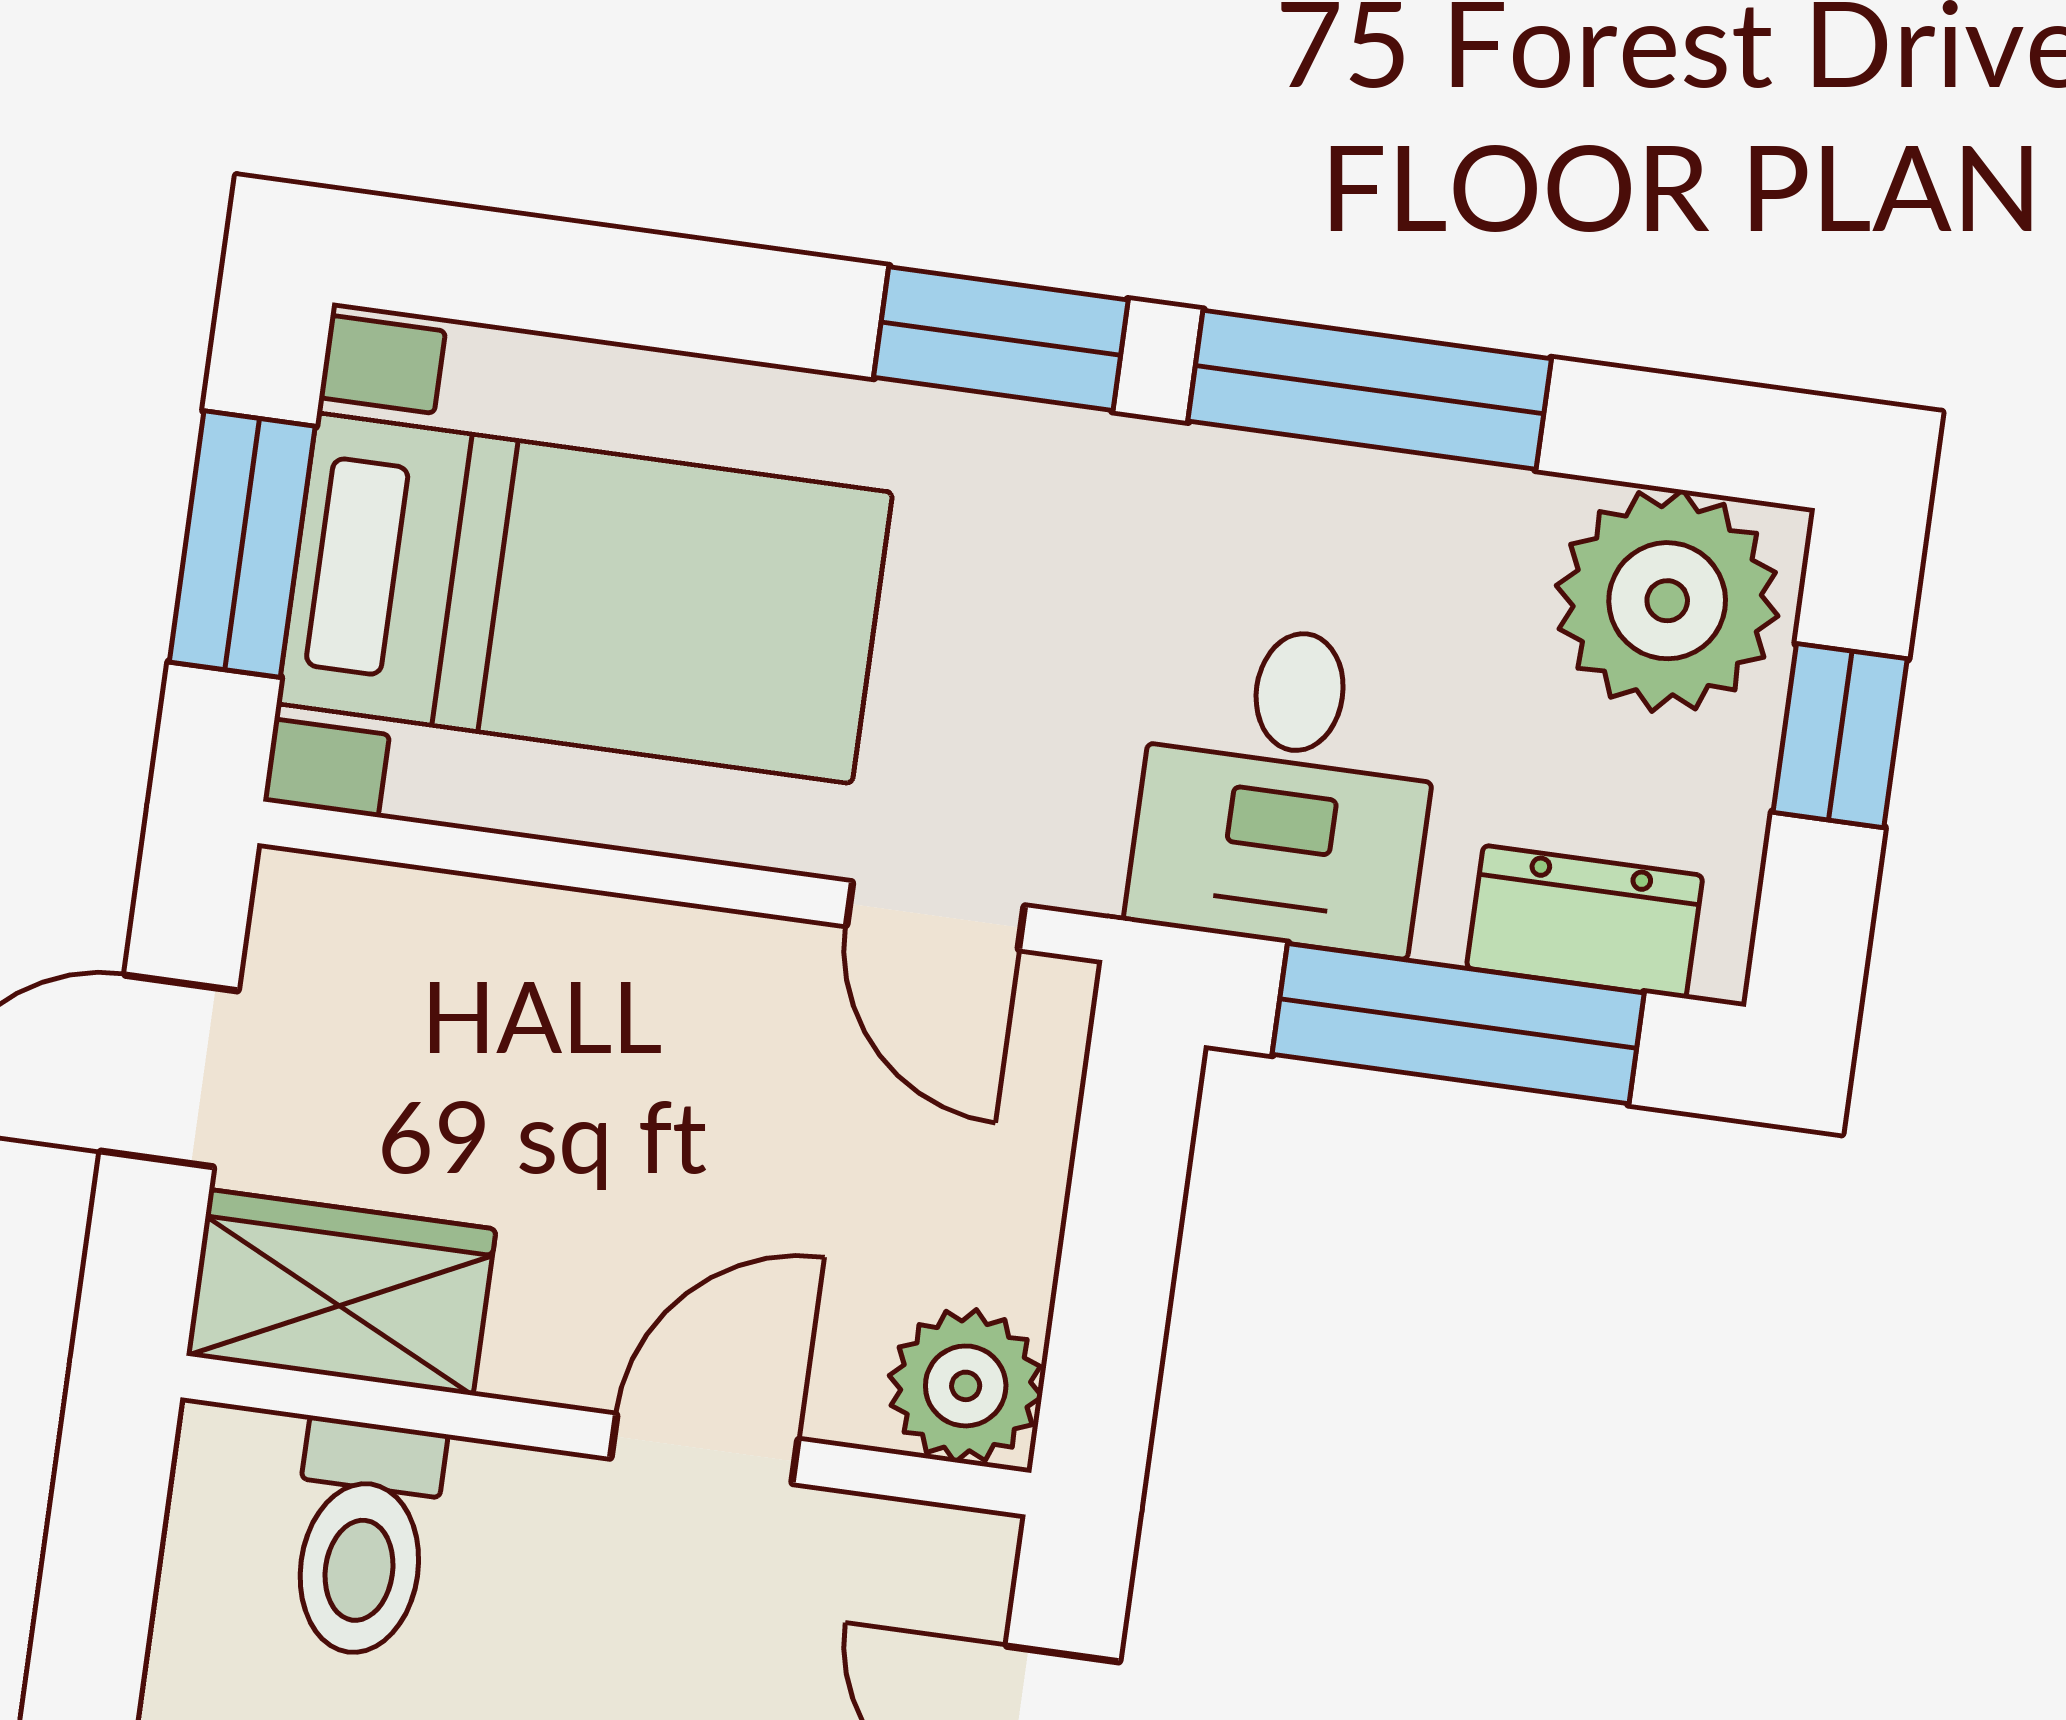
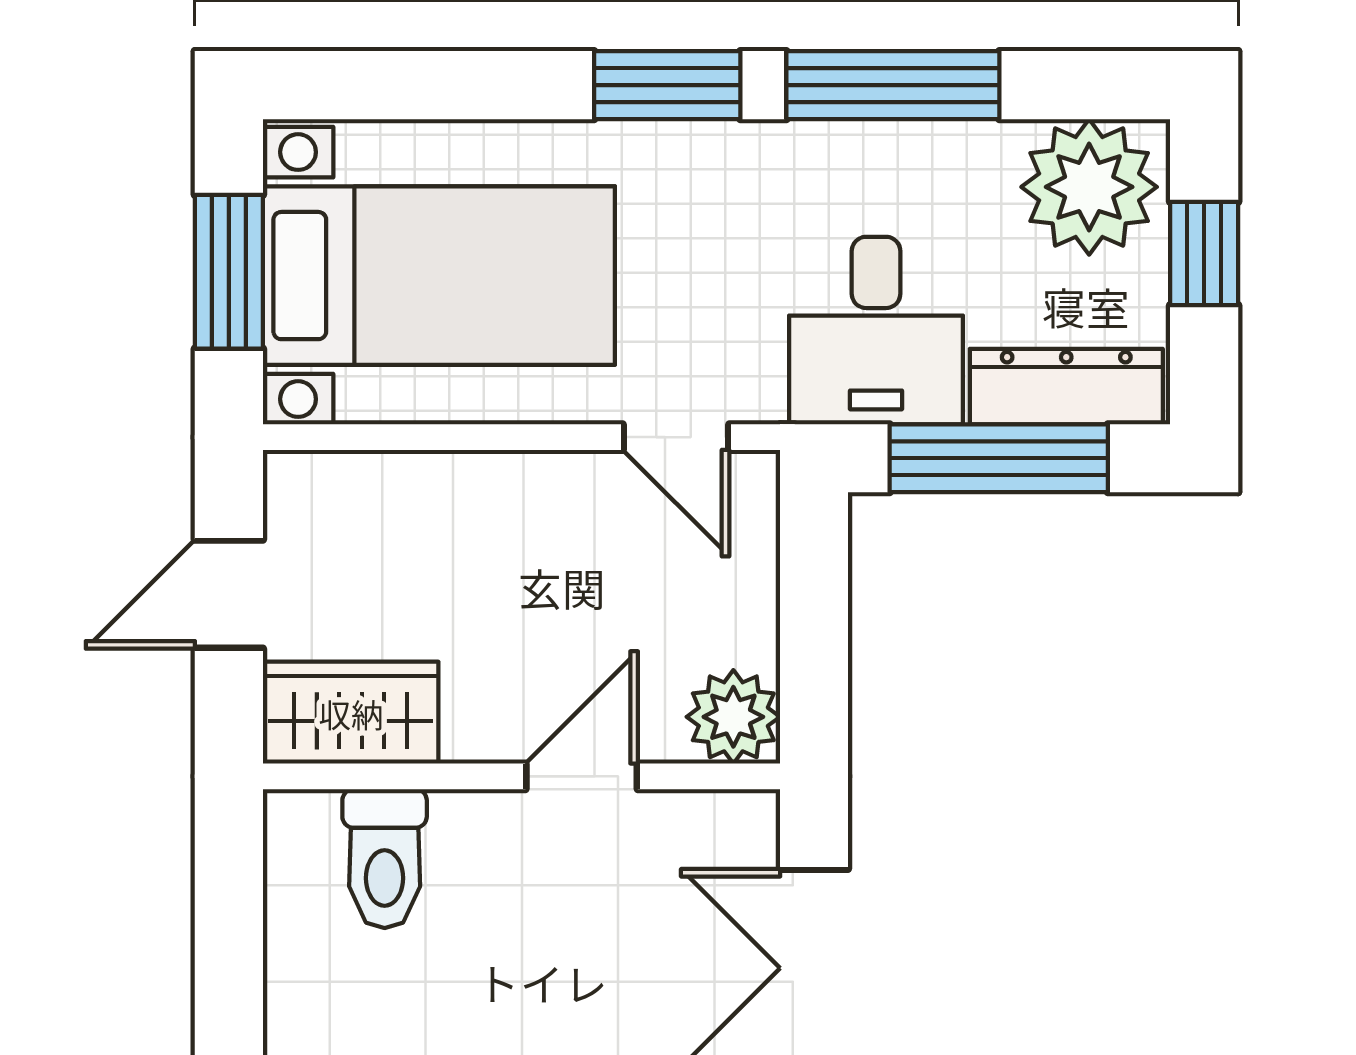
dresser: (1585, 922) -> (1066, 387), width x1.44

